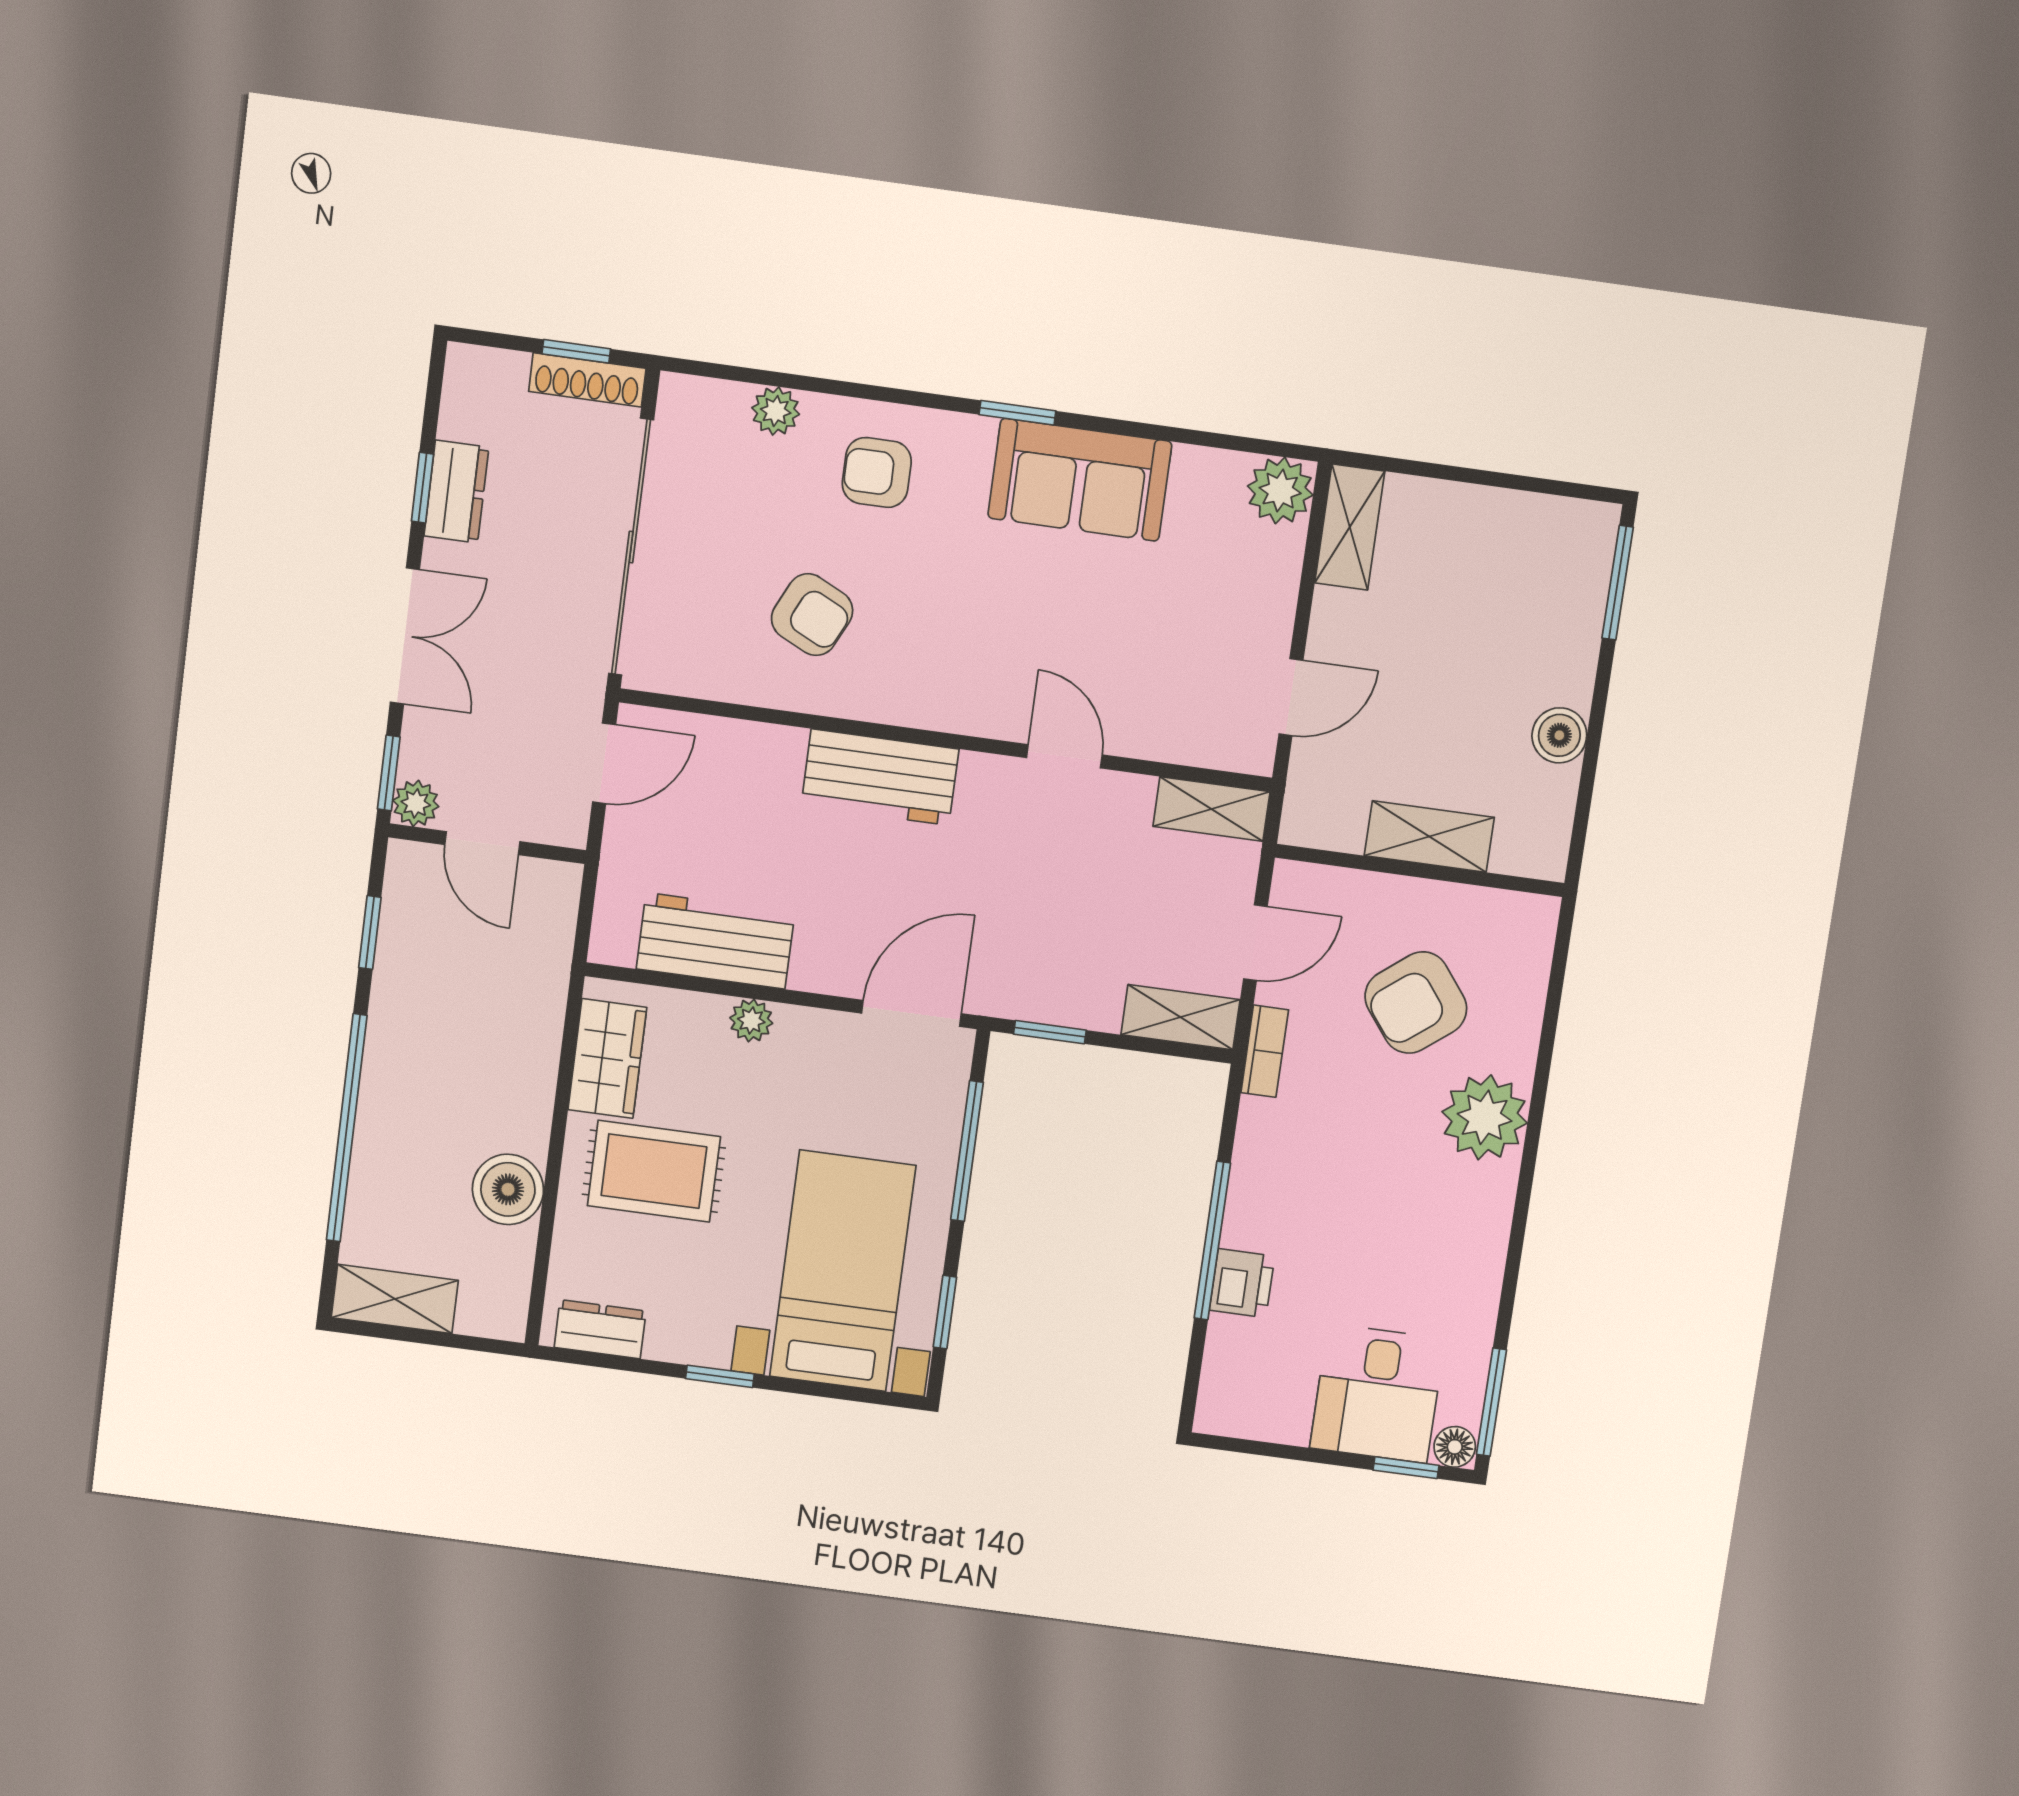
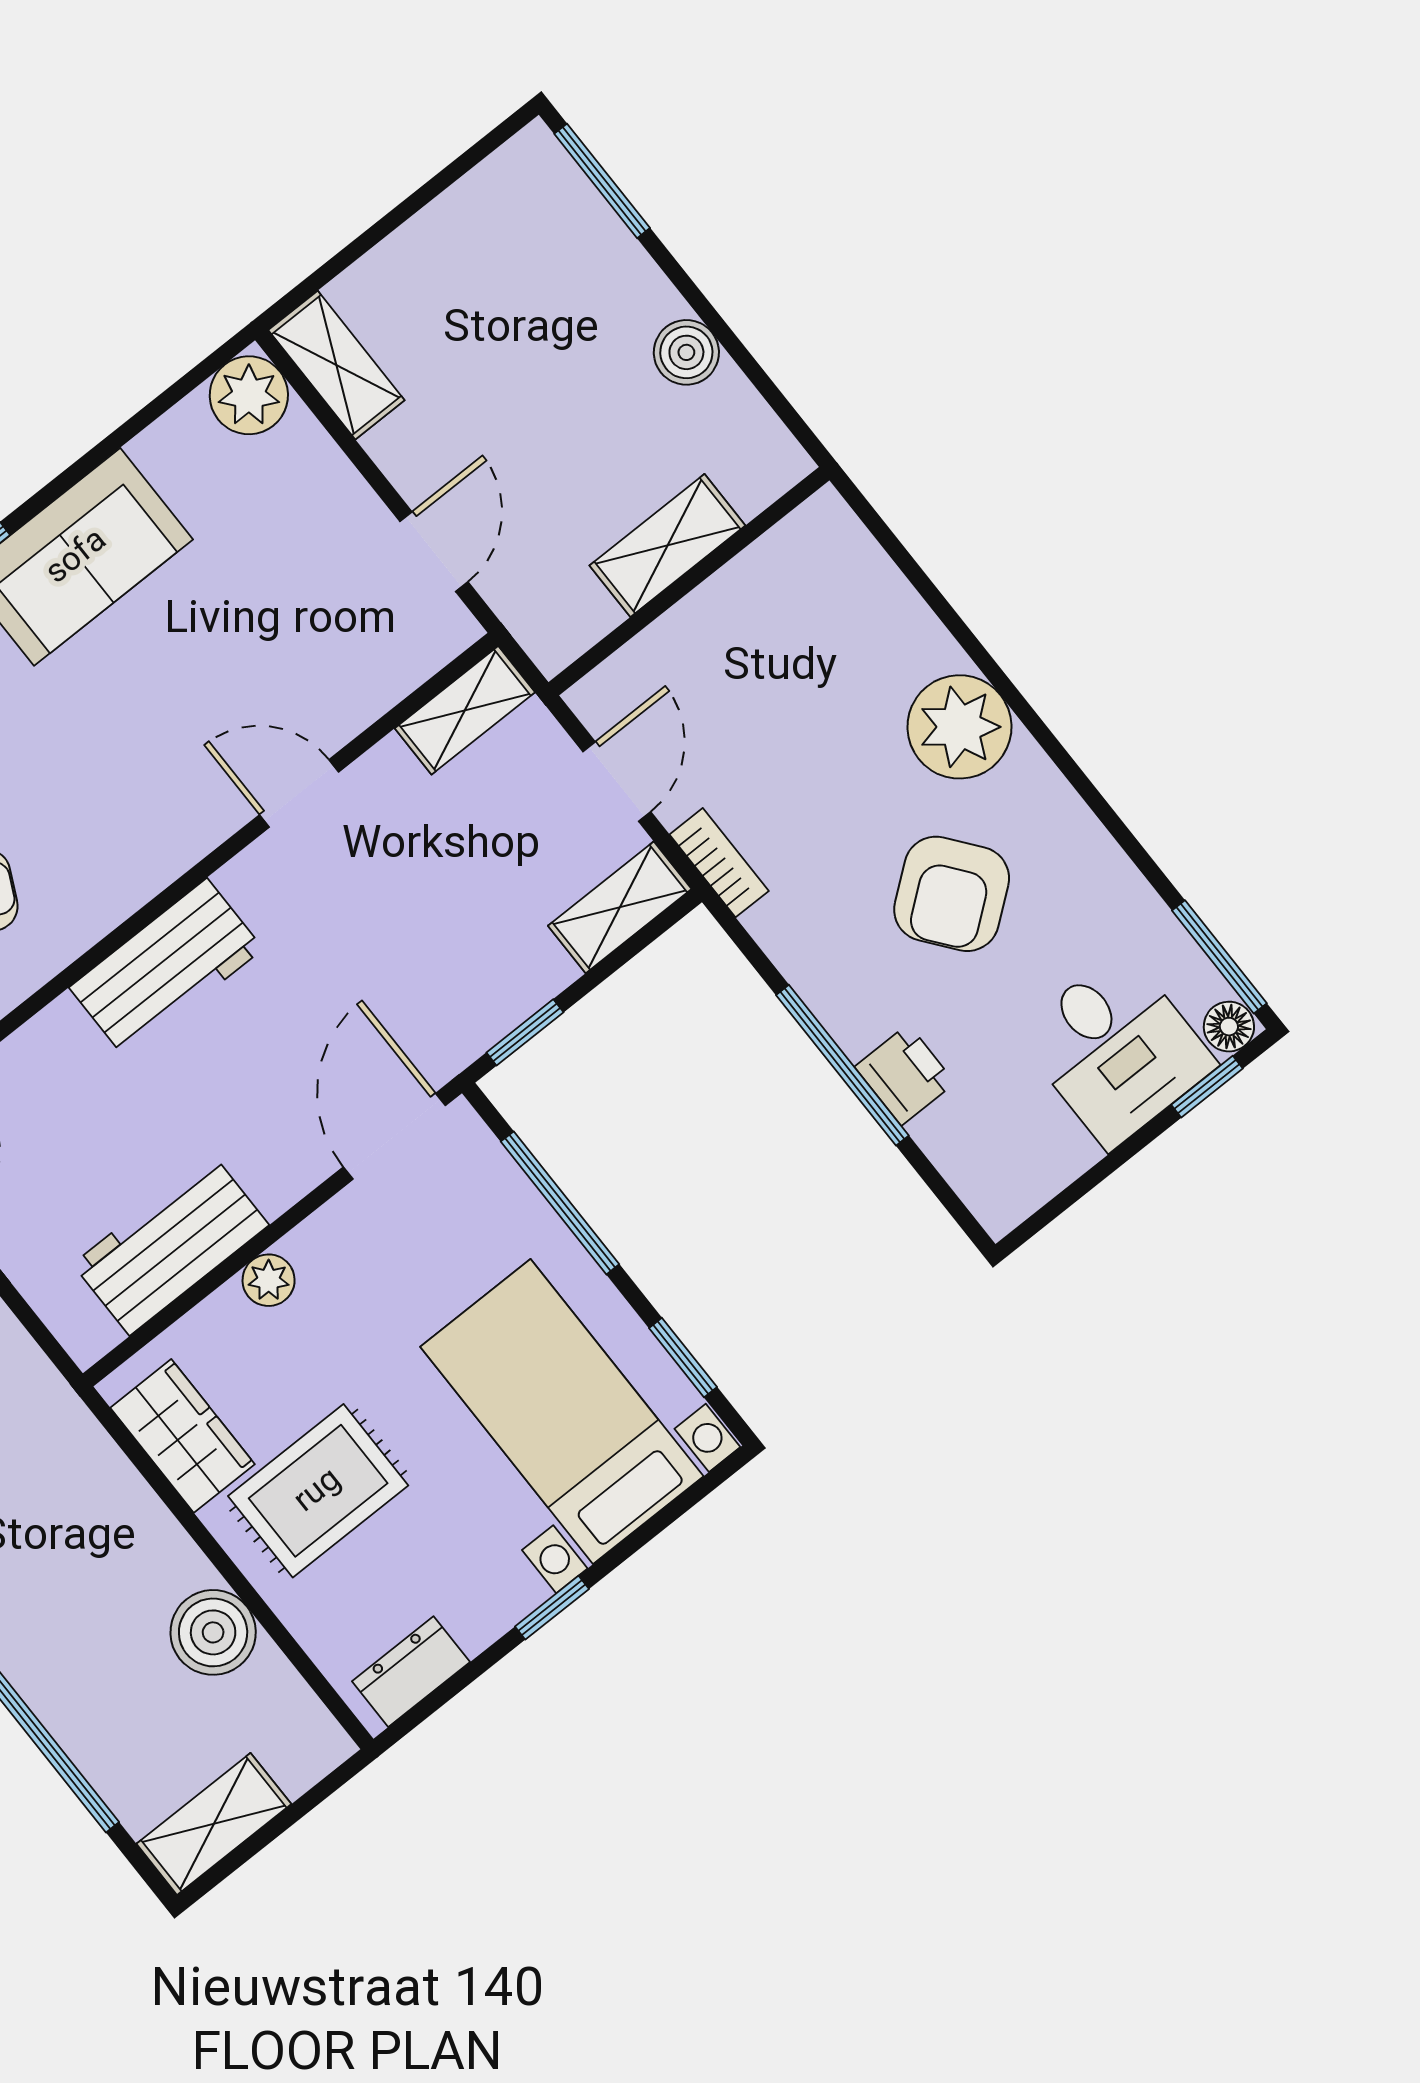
armchair: (1416, 1003) -> (952, 894), moved

